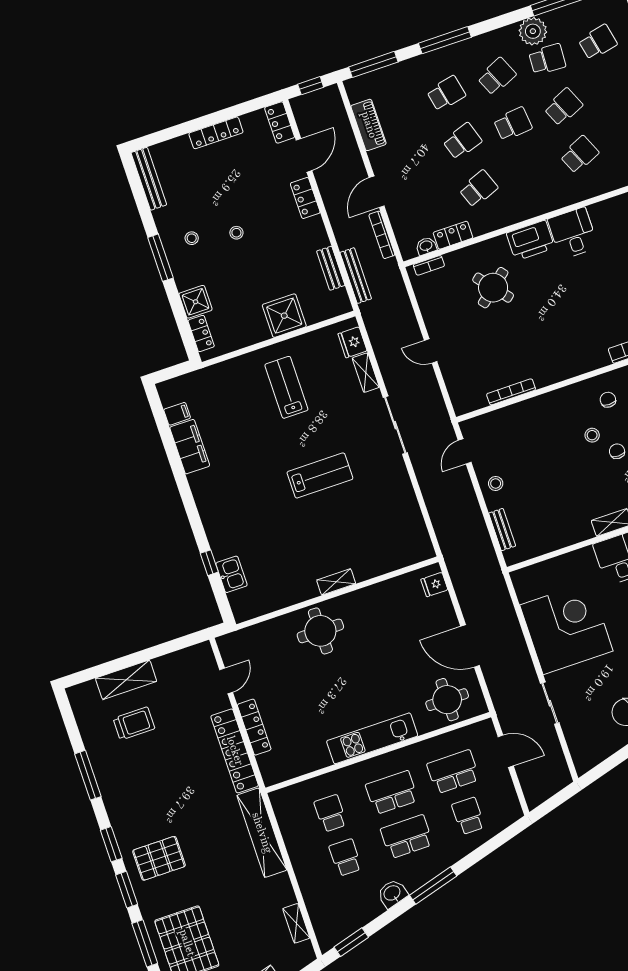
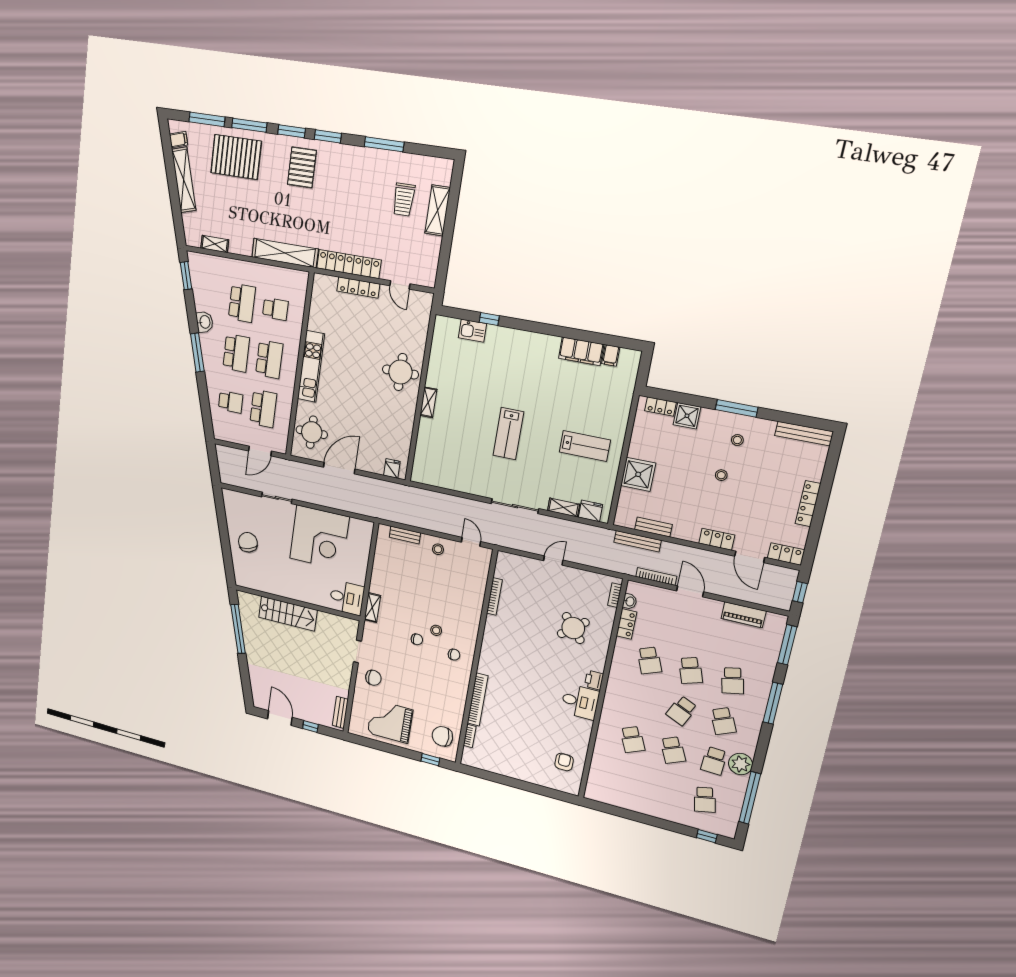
school desk: (513, 124) -> (682, 711), turned 30
printer: (530, 240) -> (594, 680), width x0.53, depth x0.68
school desk: (345, 858) -> (242, 303), width x1.85

